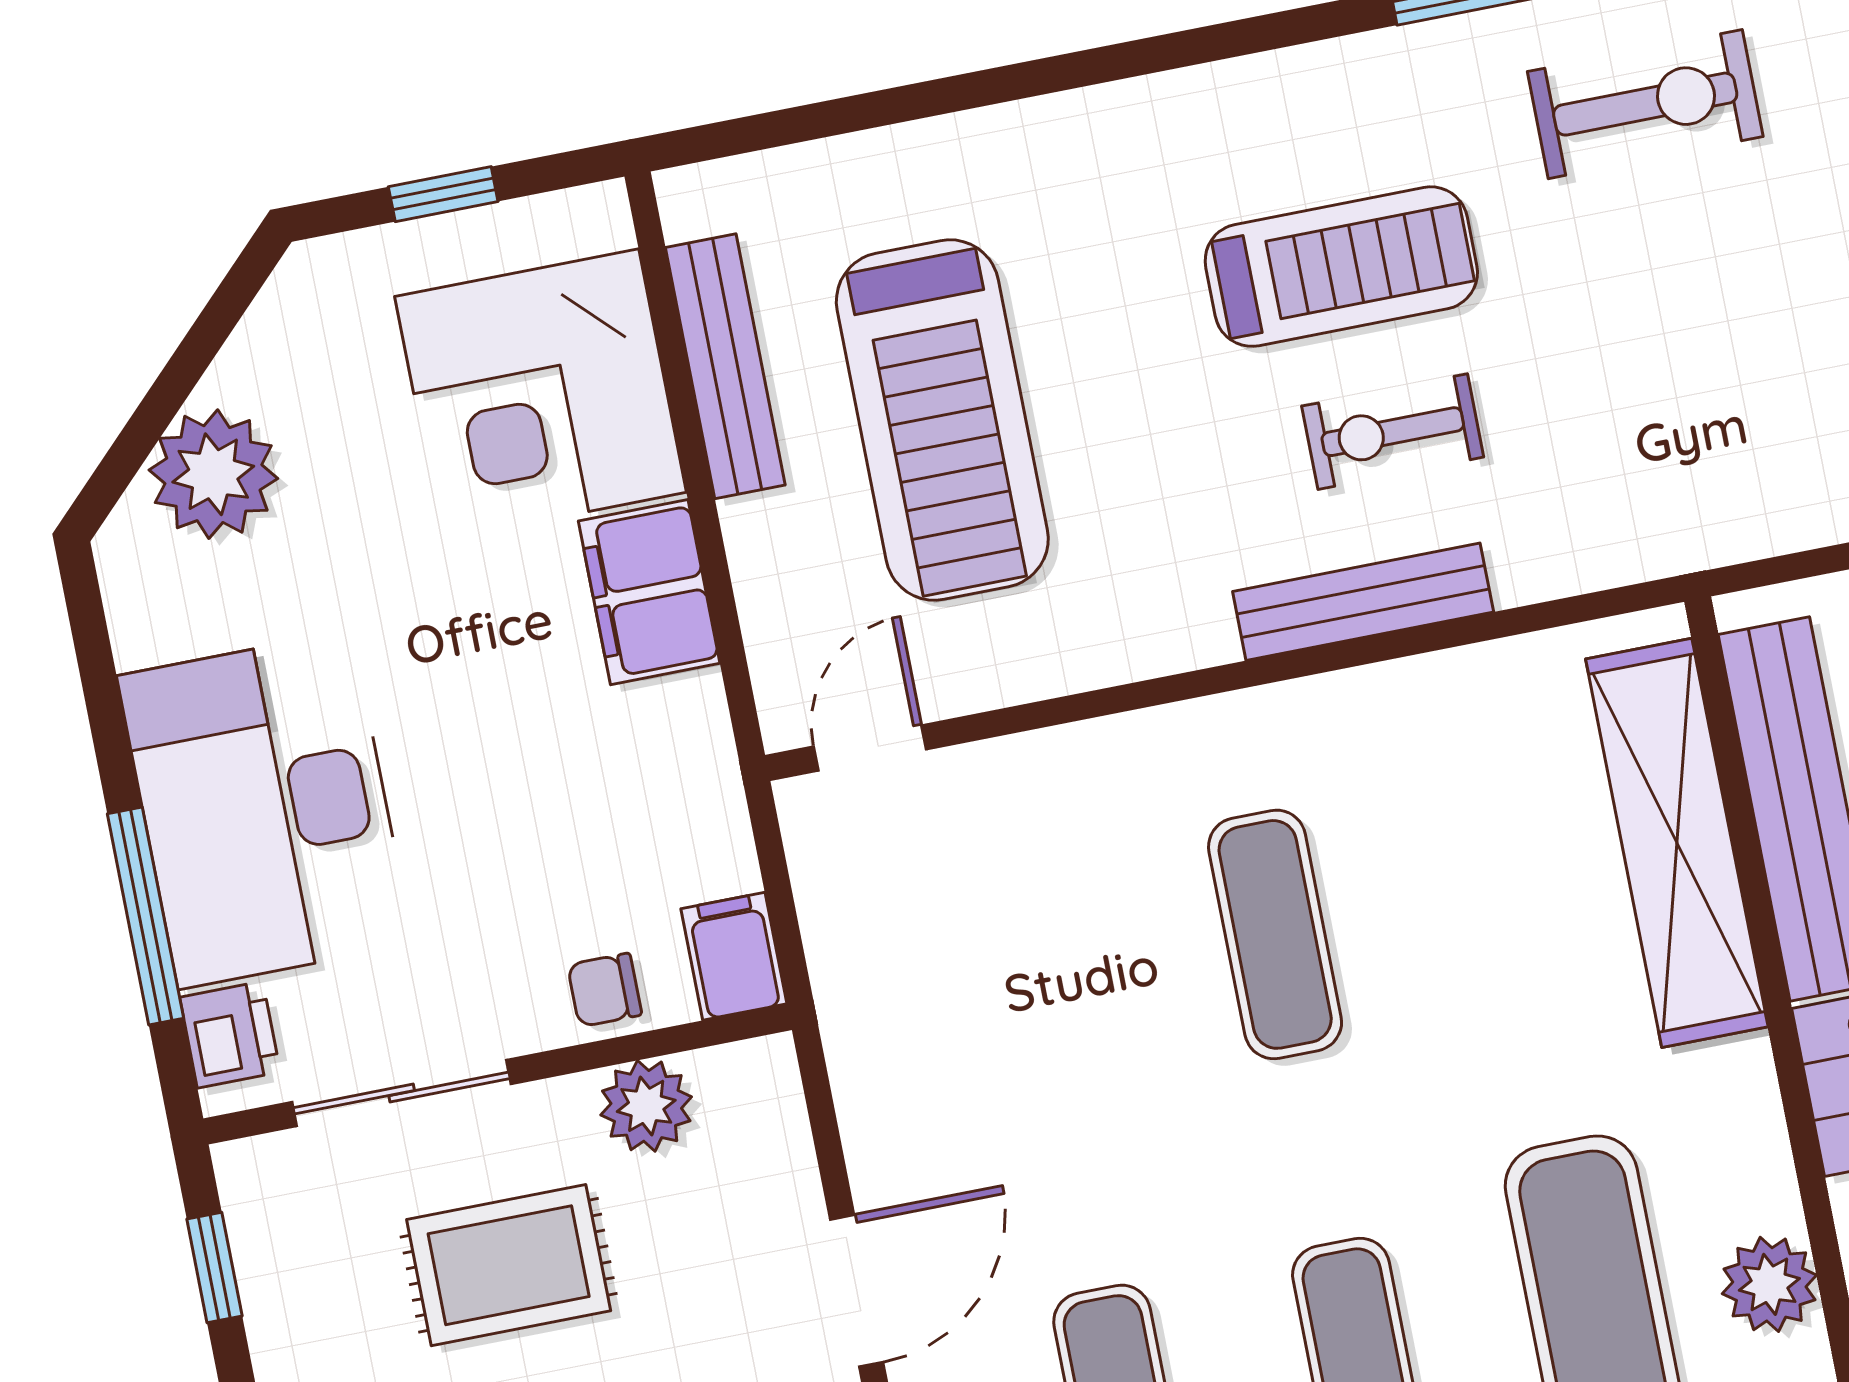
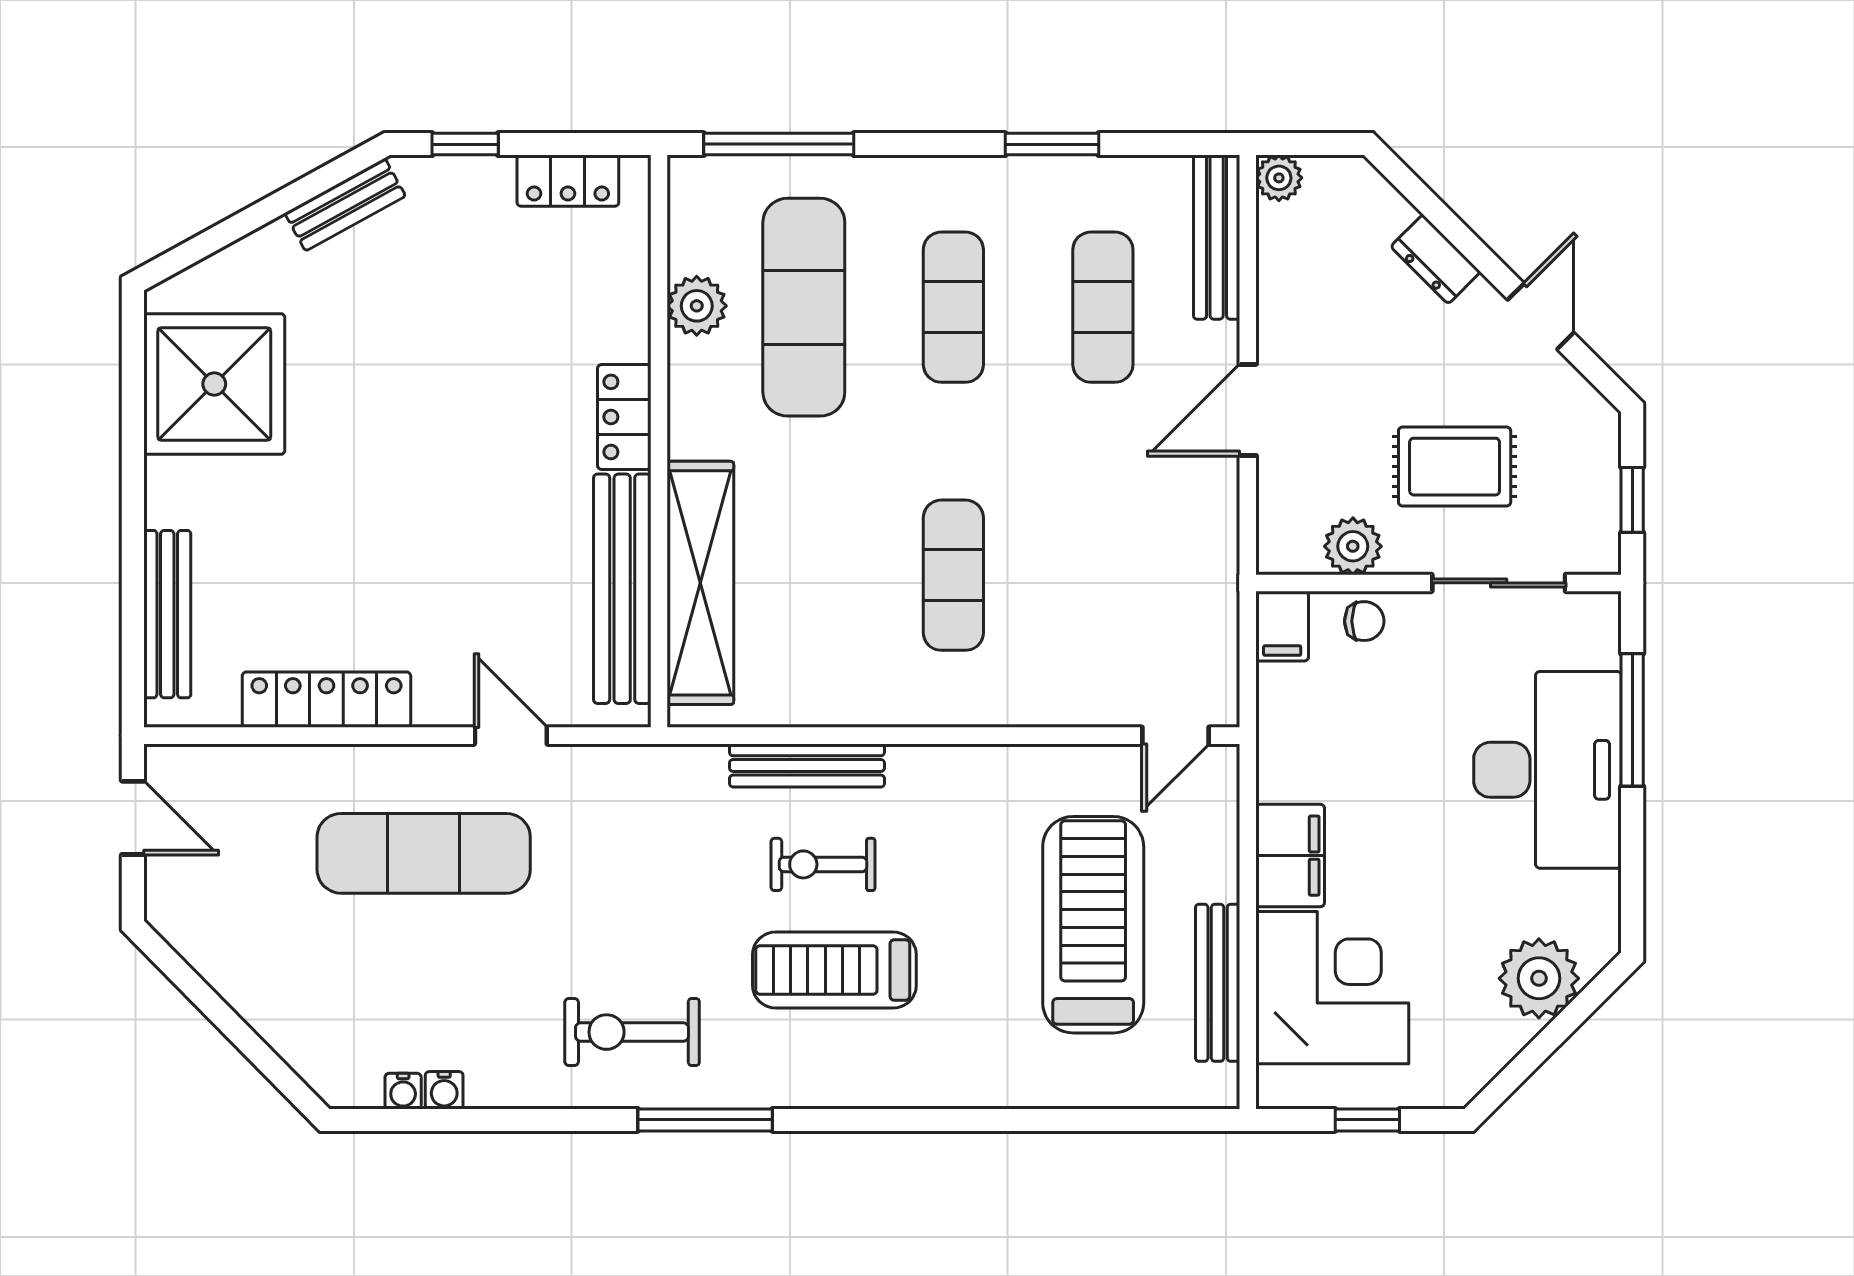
exercise bike: (1393, 432) -> (823, 864), turned 180
bench: (1363, 602) -> (807, 765), moved
printer: (230, 1035) -> (1595, 638), removed

